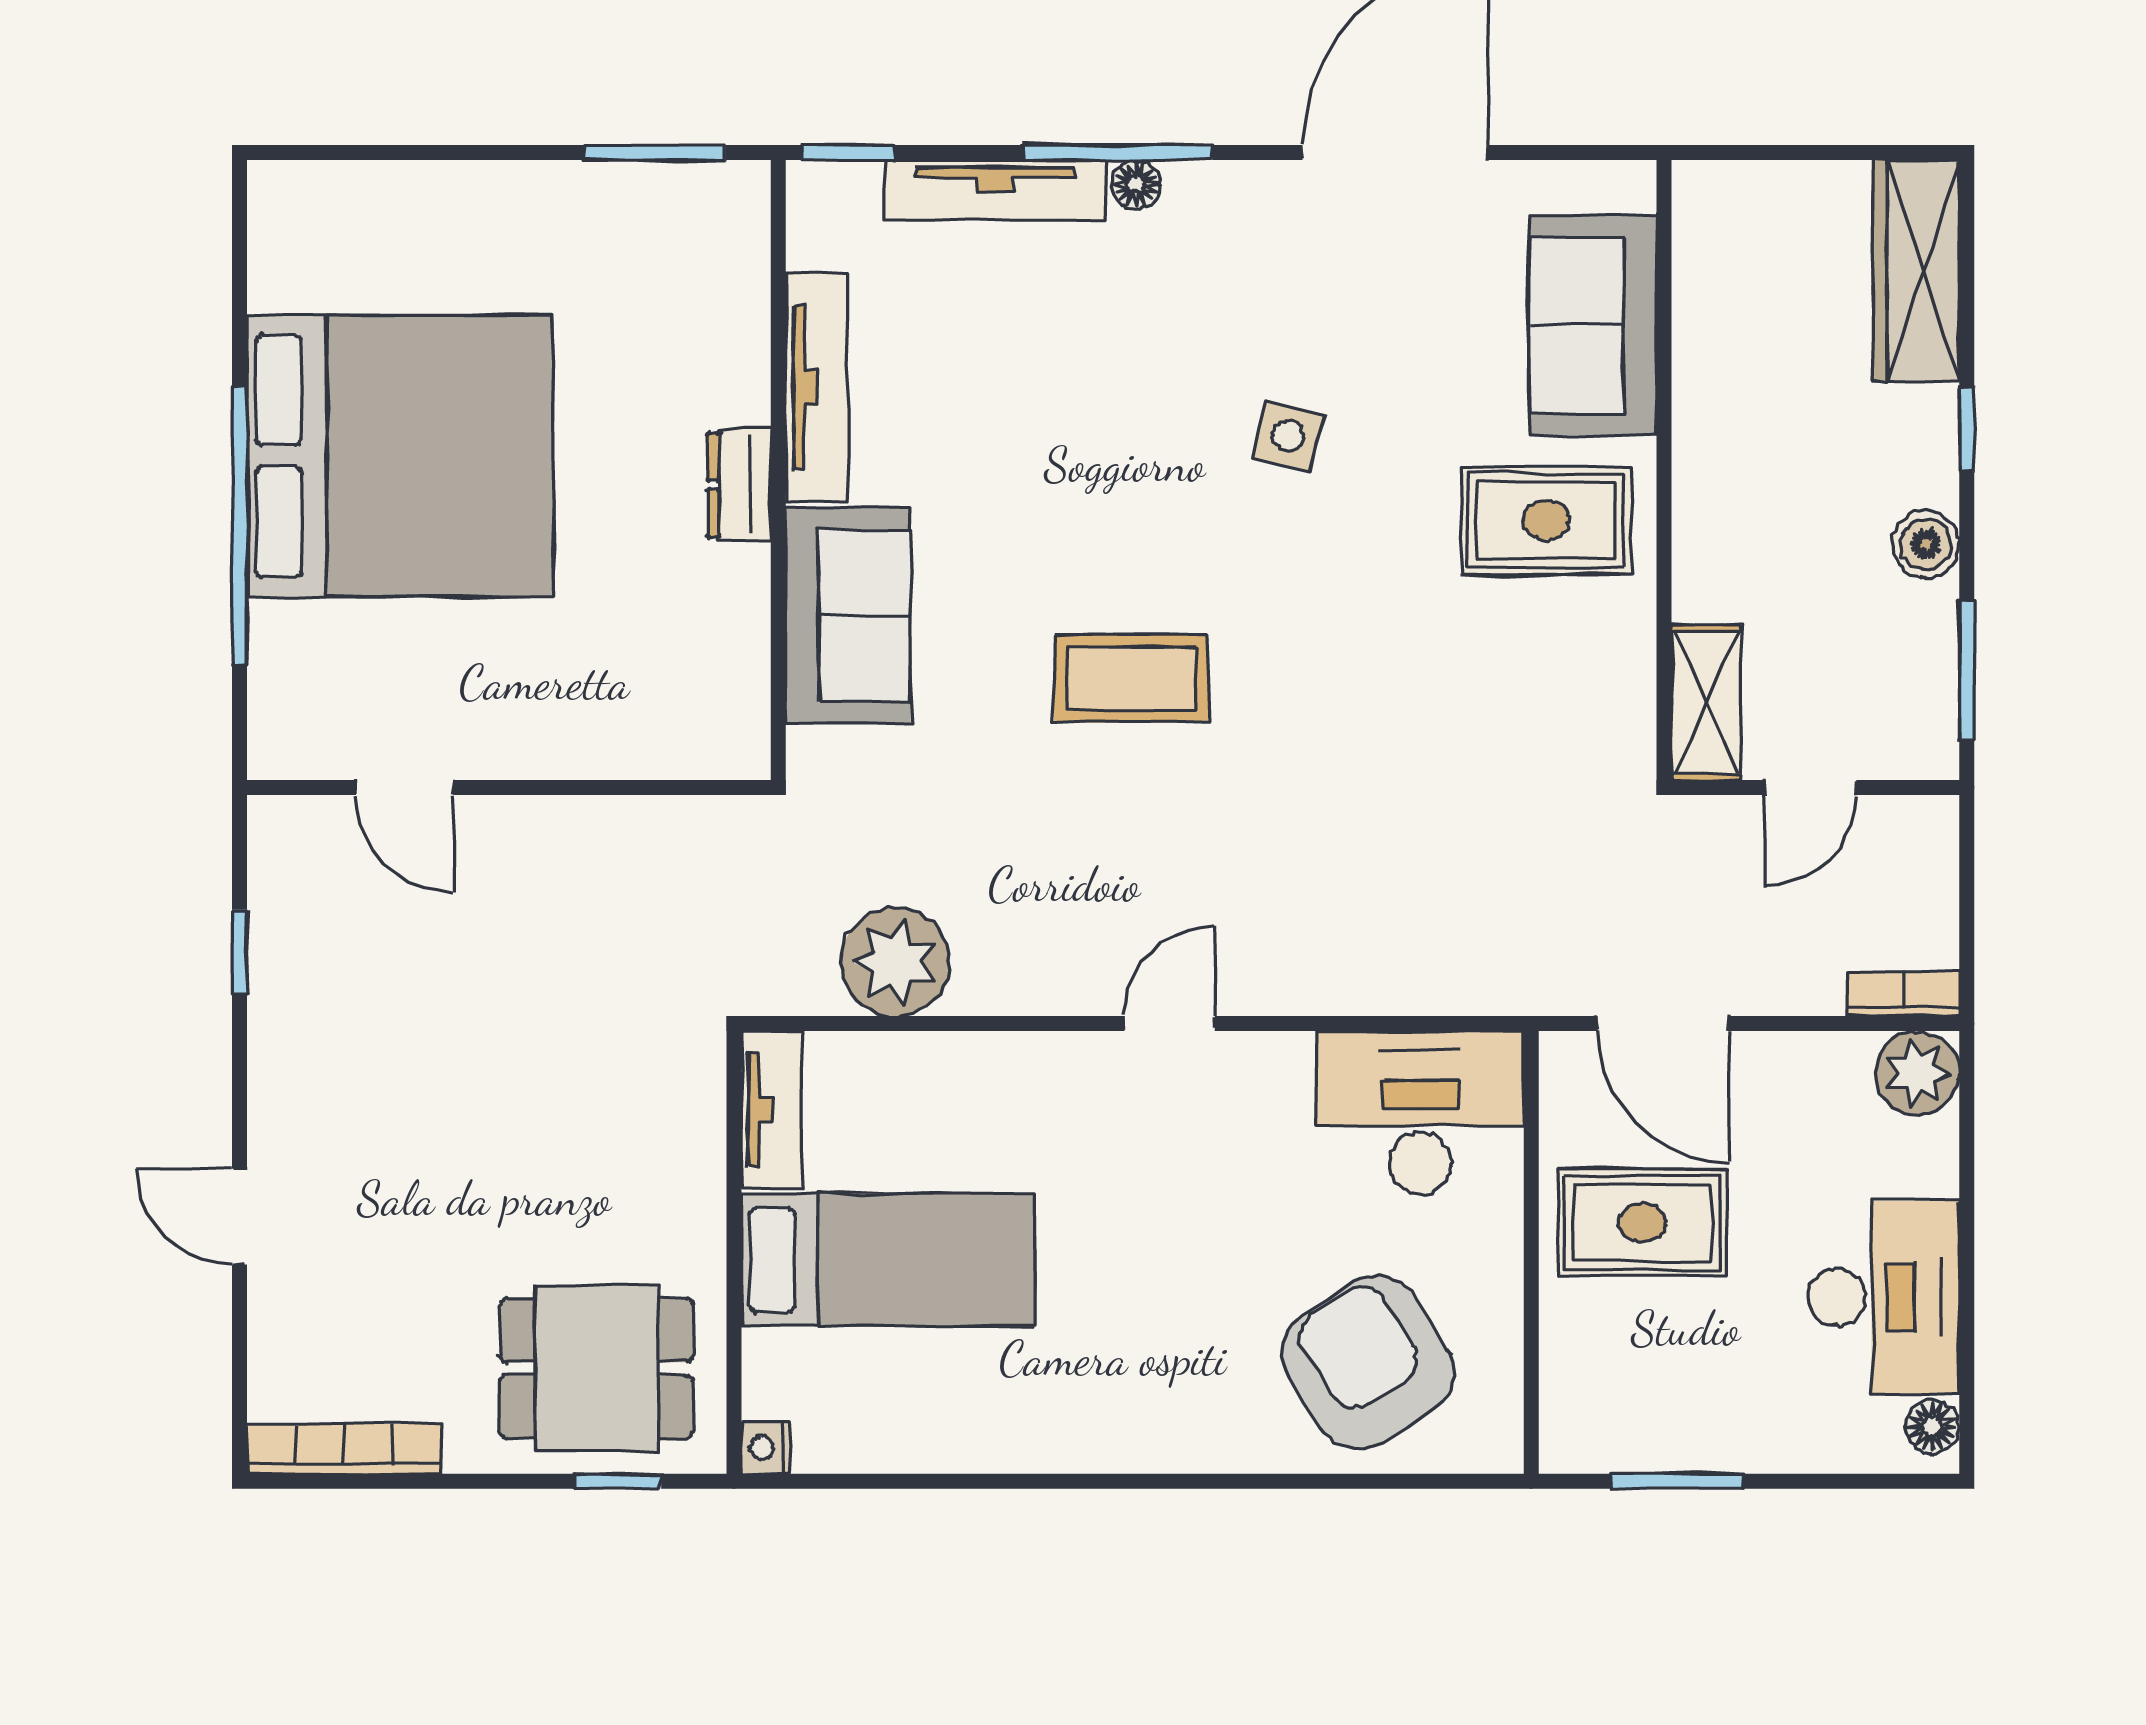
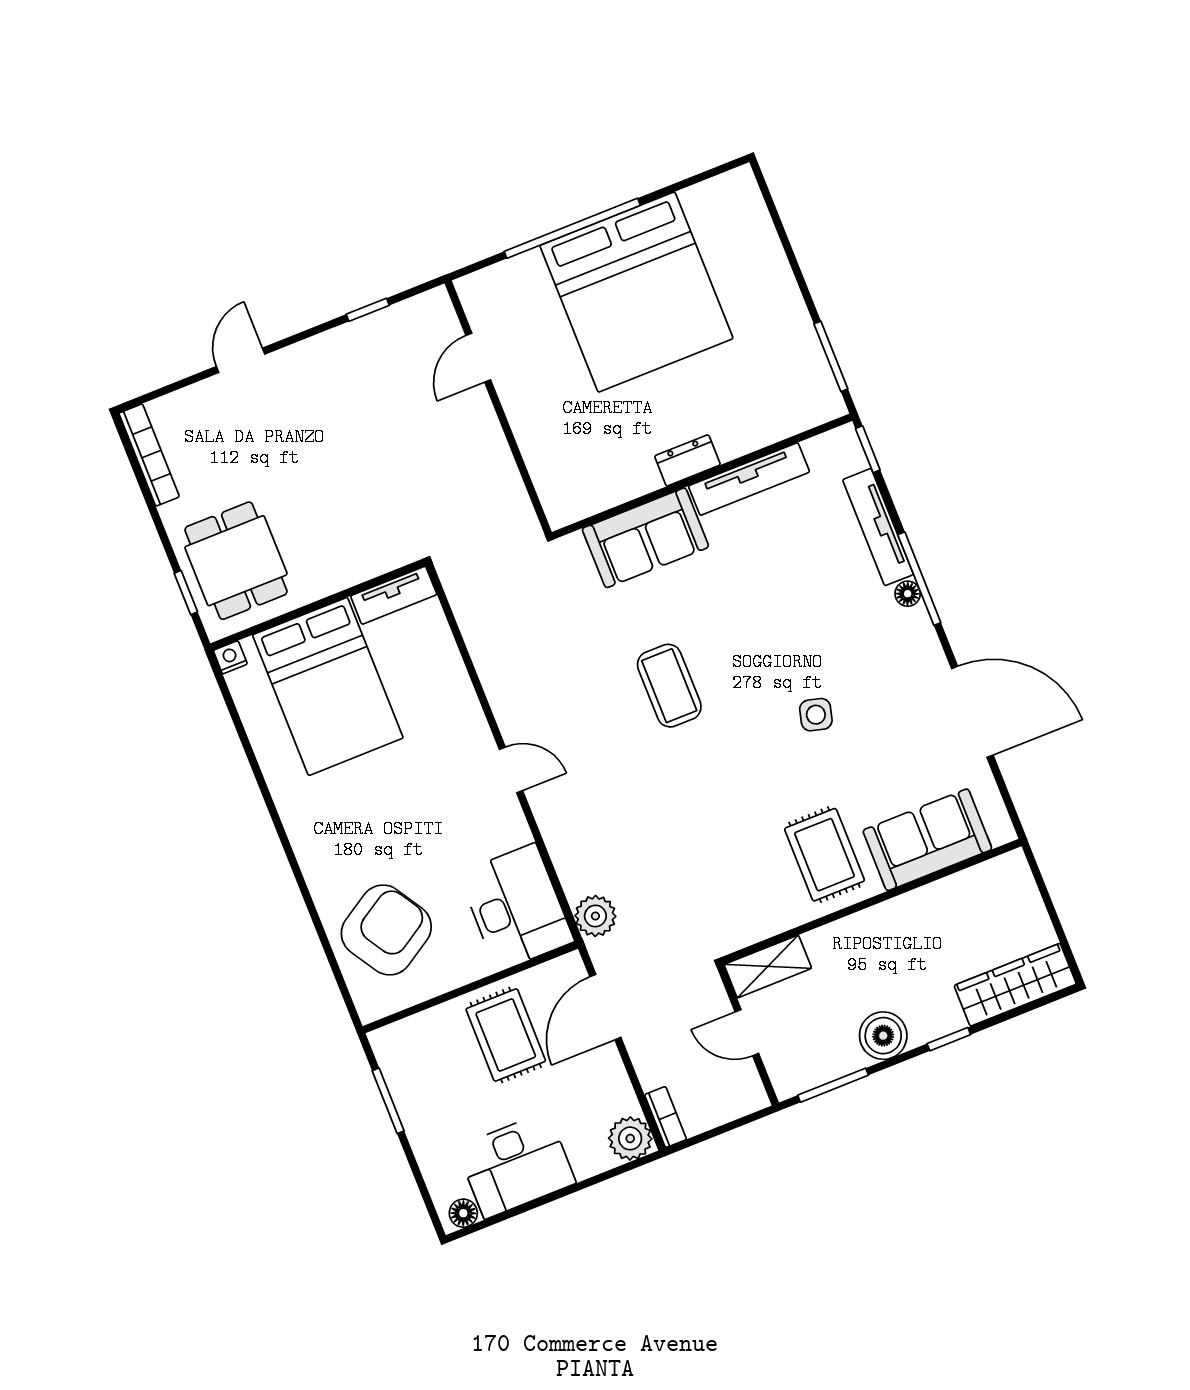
boiler: (1926, 544) -> (883, 1036), width x1.36, depth x1.36
plant: (895, 962) -> (595, 916), moved, width x0.73, depth x0.73
bed: (888, 1260) -> (328, 686), width x1.50

